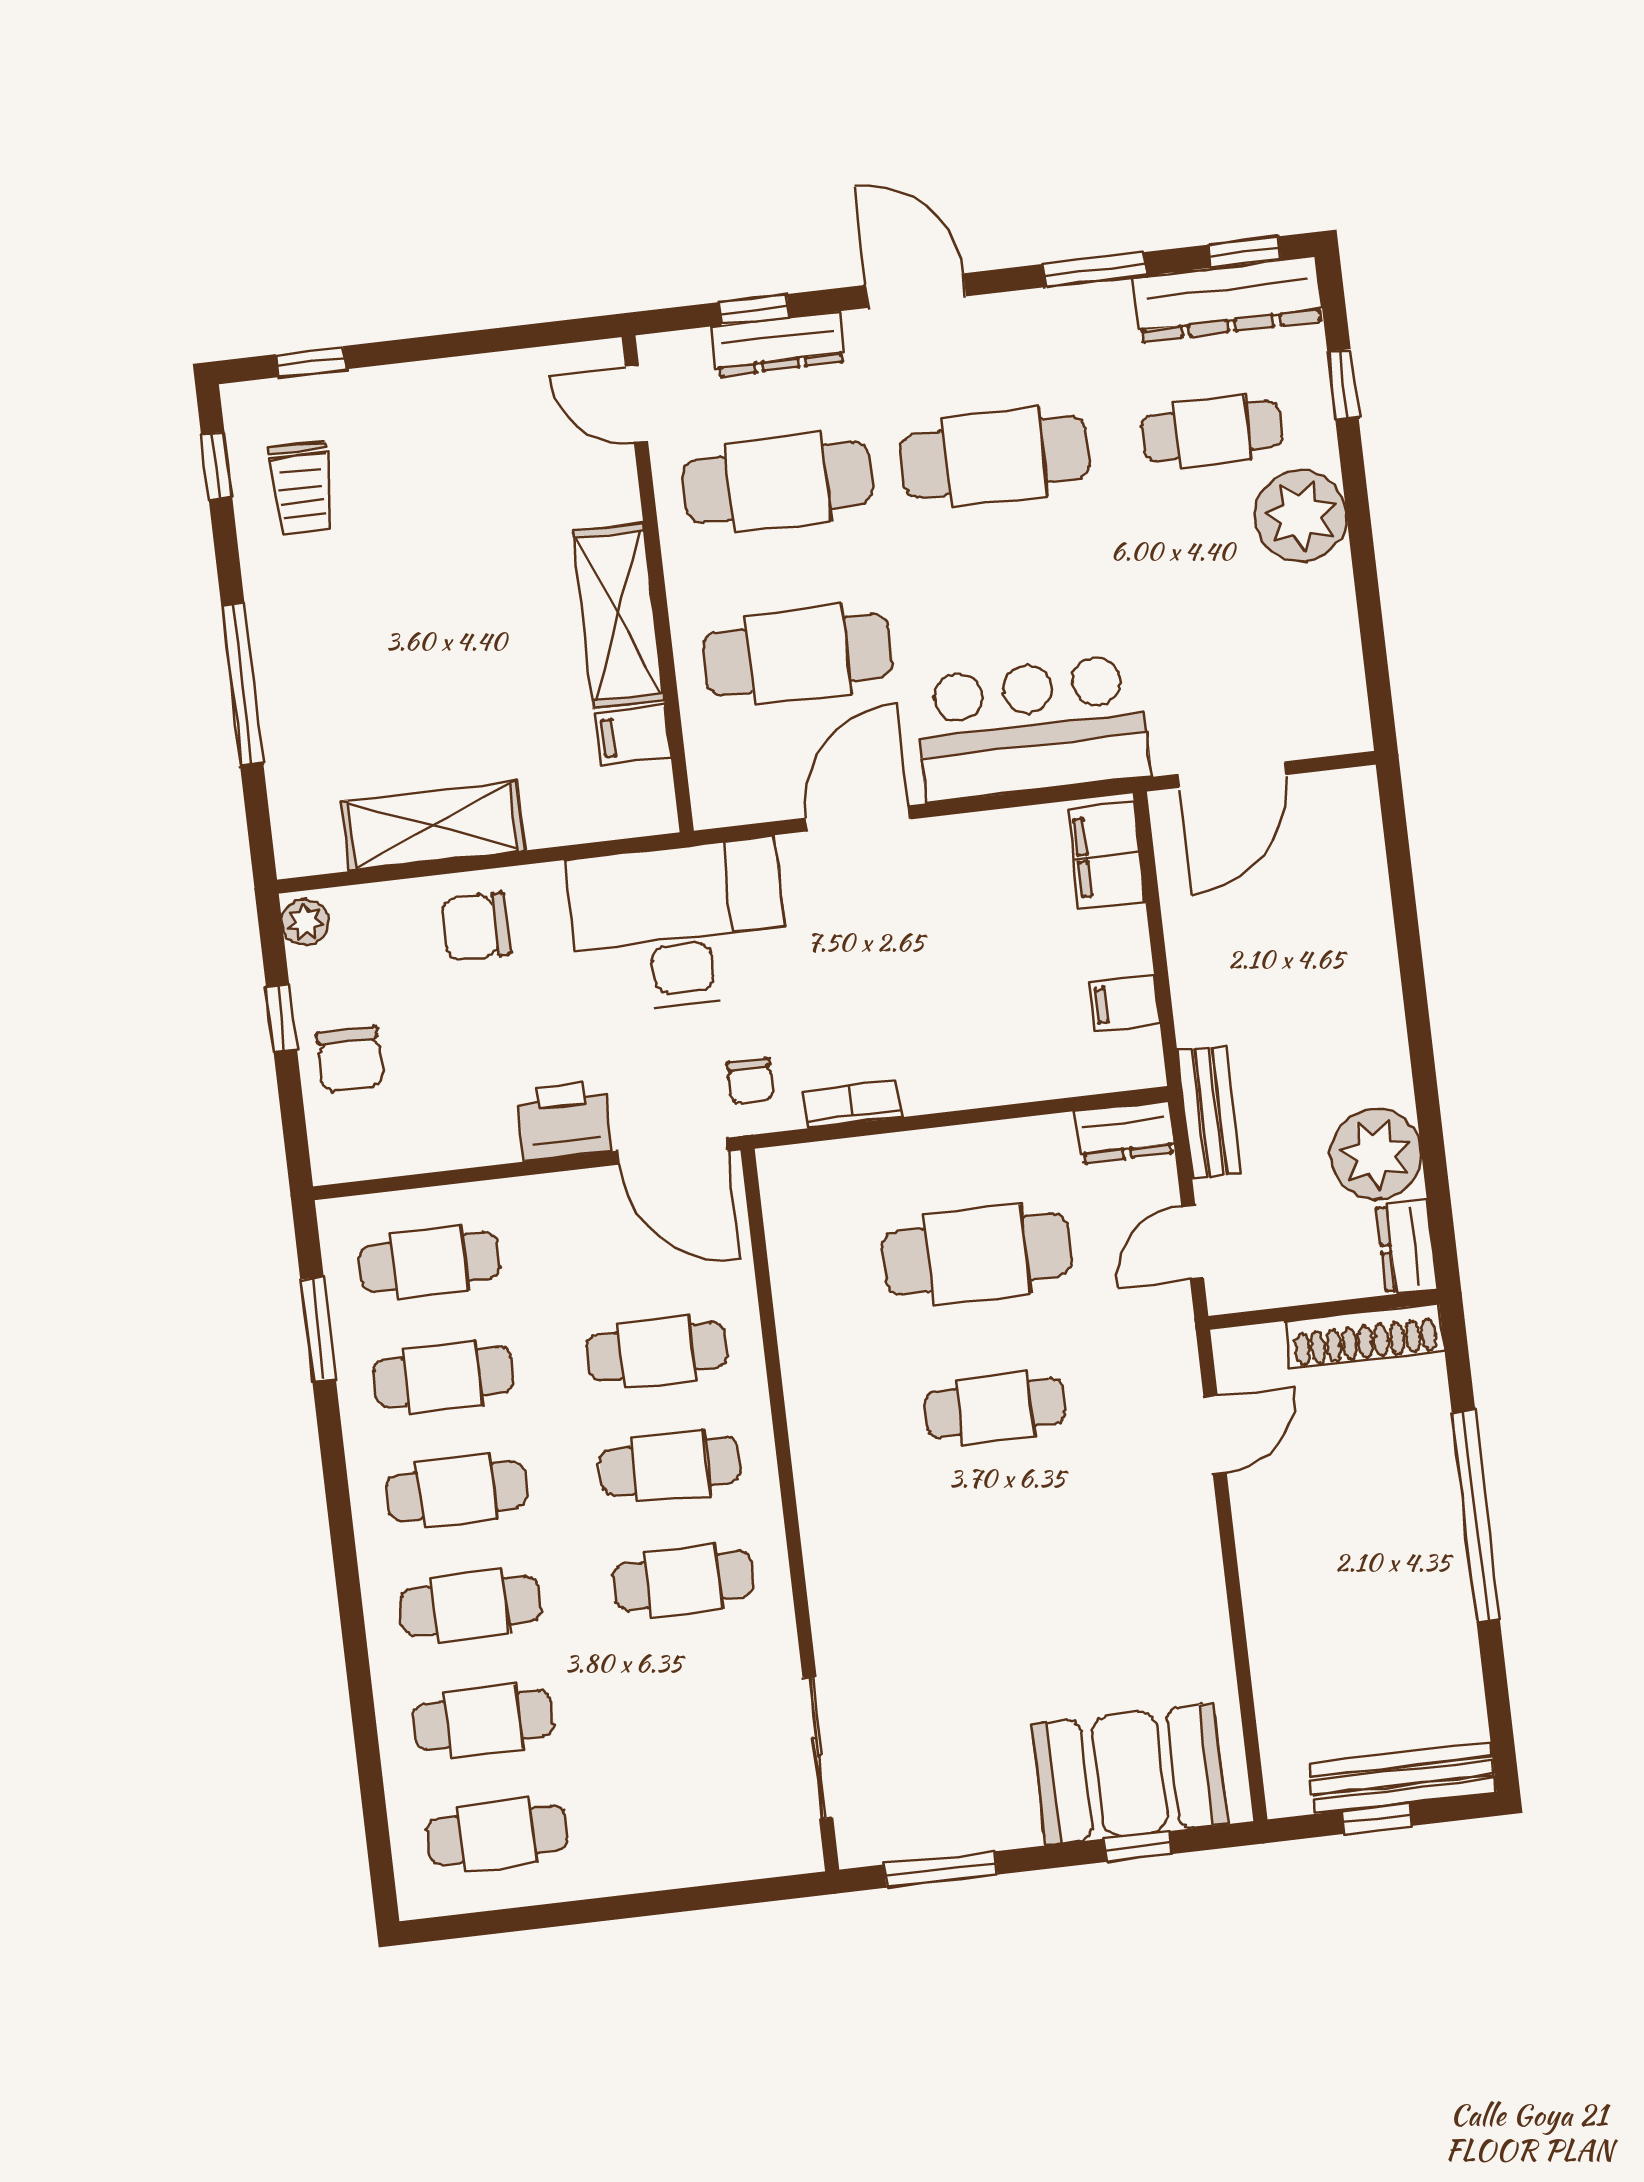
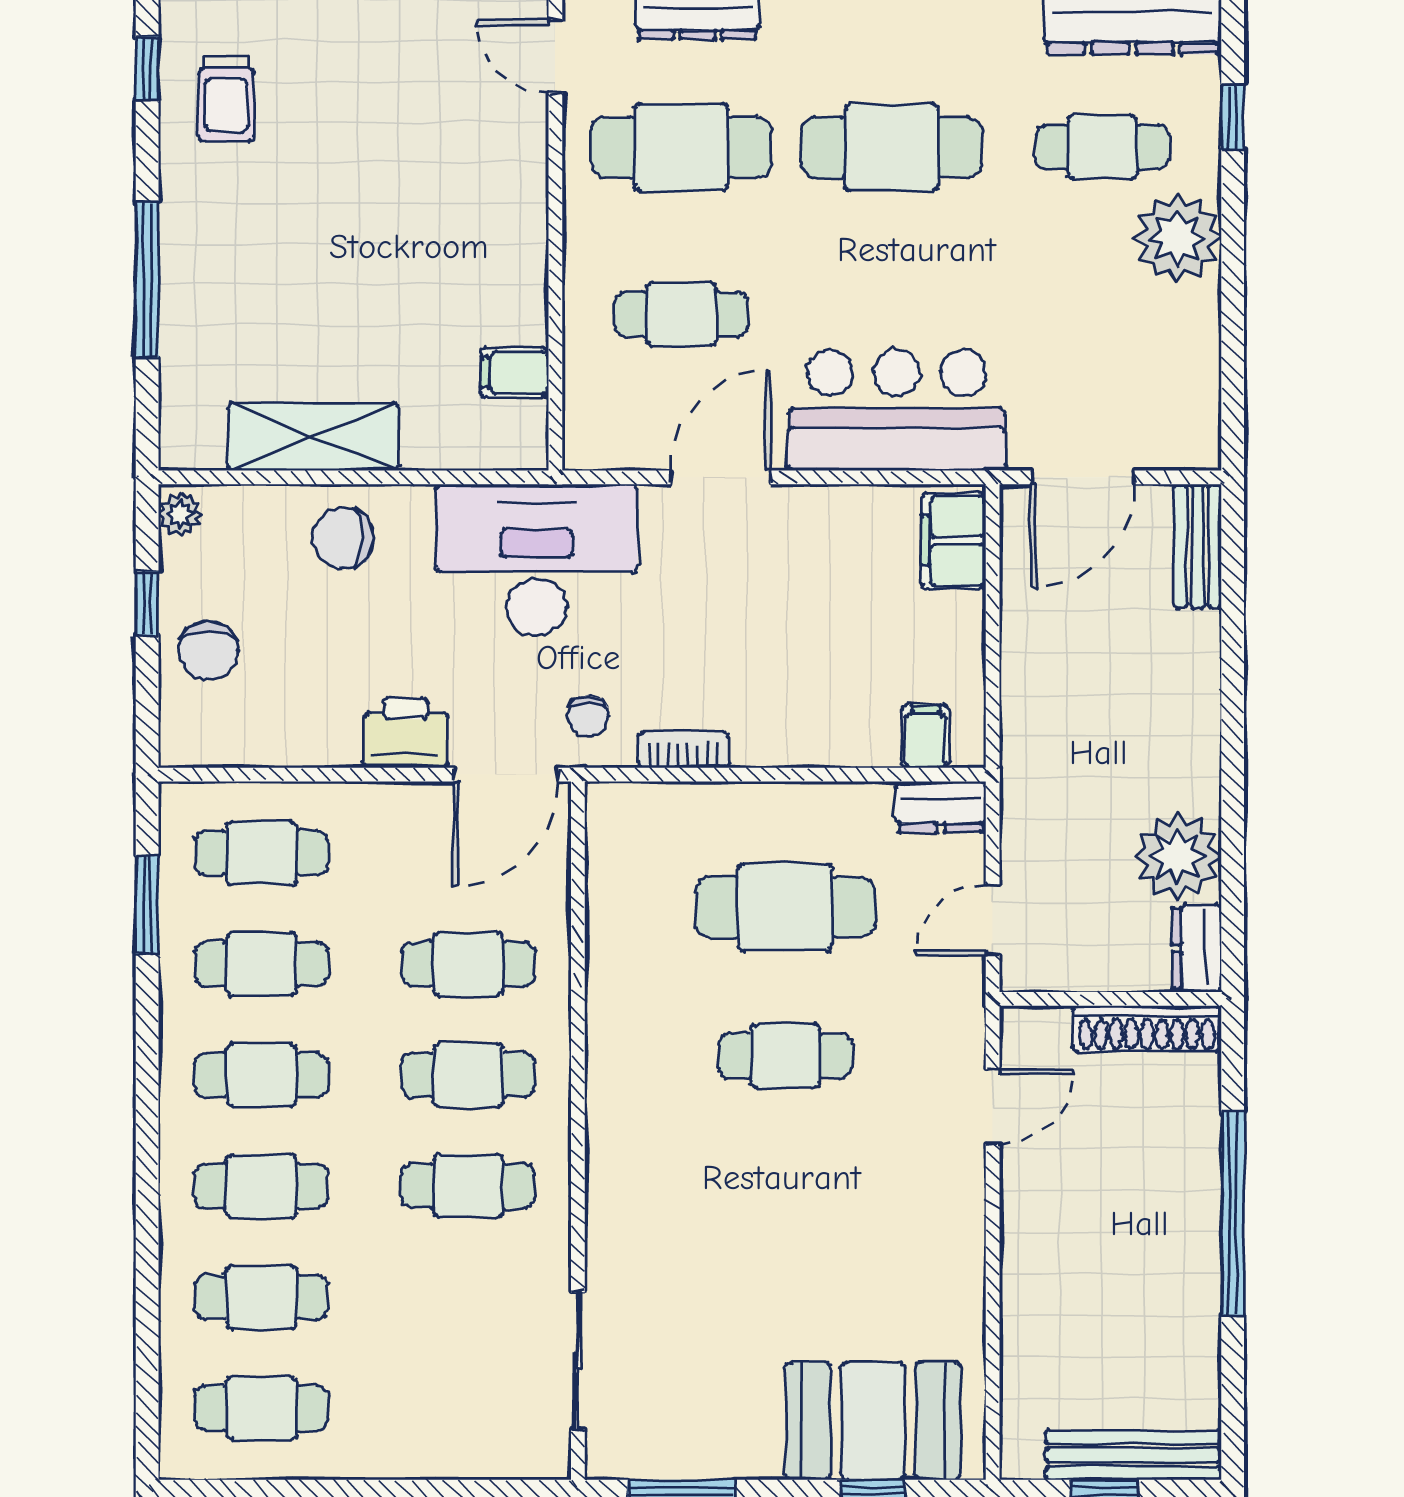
shelving: (618, 616) -> (514, 257), removed
cafe table: (798, 655) -> (681, 314), width x0.73, depth x0.74
filing cabinet: (1124, 1003) -> (926, 736), moved, turned 90
bench: (1209, 1112) -> (1198, 546), moved
door: (672, 1151) -> (506, 775), hinge flipped

